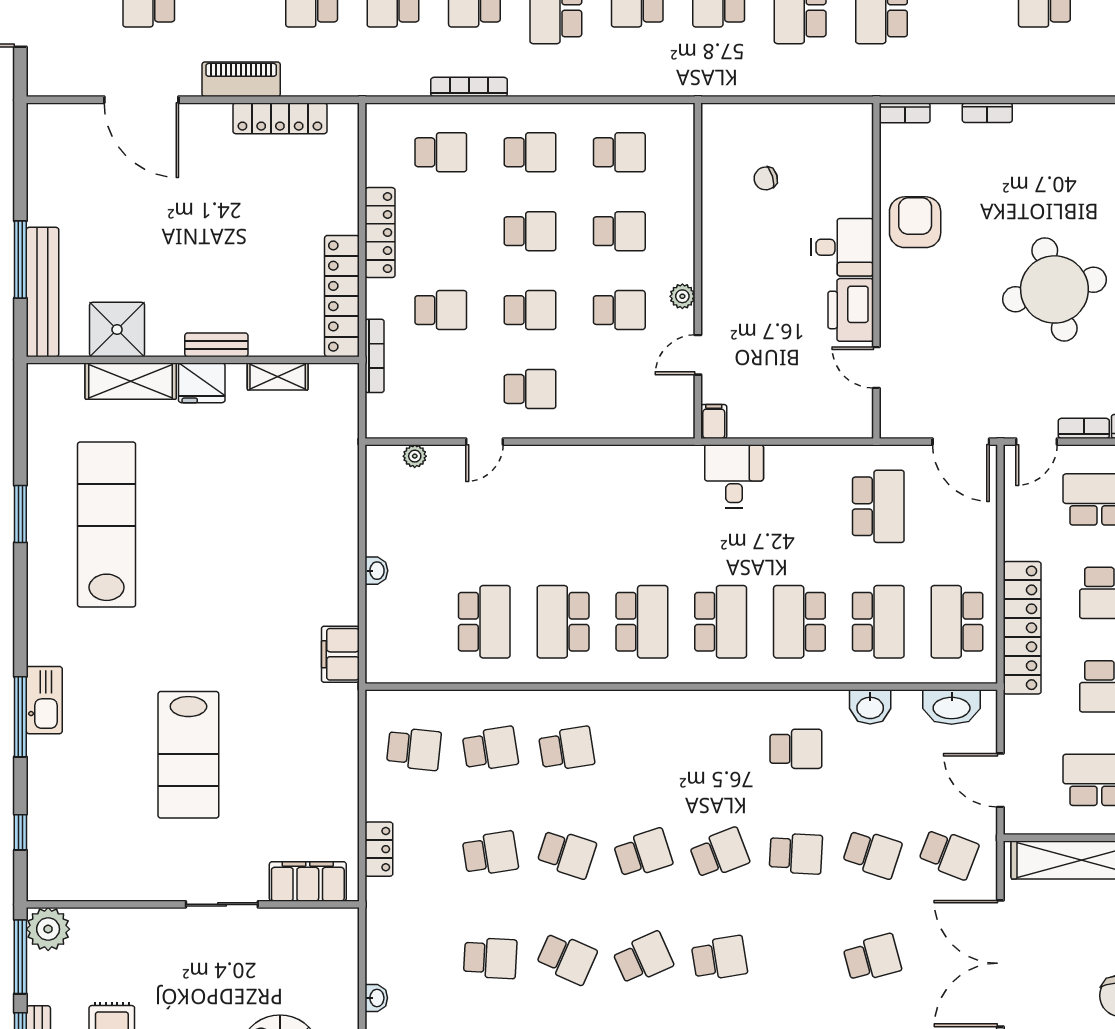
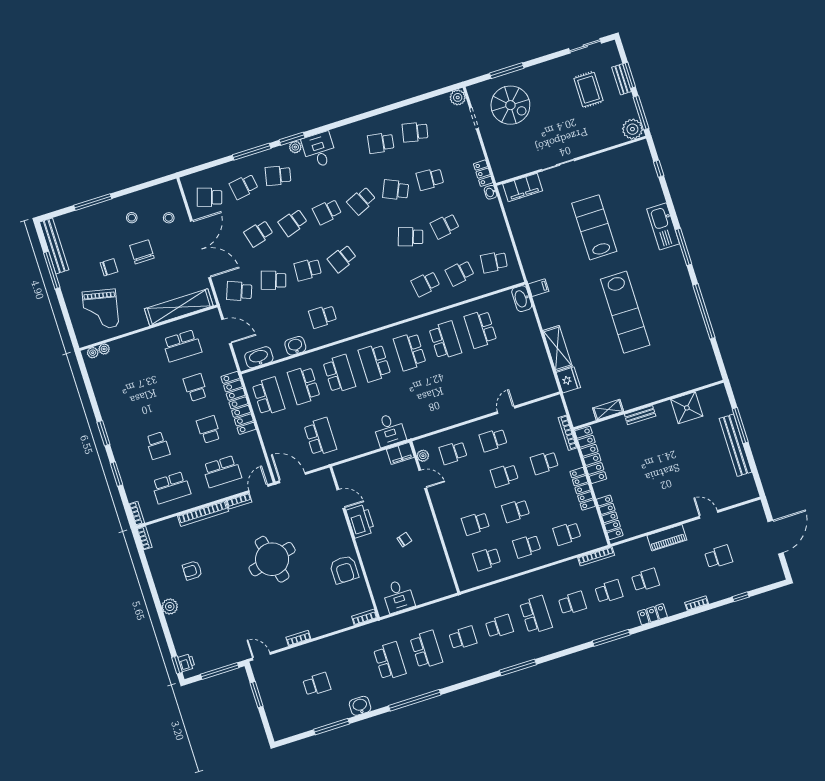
bookcase: (469, 87) -> (596, 556), moved
door: (141, 100) -> (709, 514), width x0.53
bookcase: (987, 113) -> (298, 638), moved
locker: (280, 118) -> (610, 517), moved, turned 90
chair: (766, 178) -> (404, 540), moved
desk: (842, 247) -> (398, 596), moved, turned -90
bench: (43, 292) -> (735, 445), moved
plant: (682, 296) -> (423, 456), moved
school desk: (619, 310) -> (453, 453), moved
door: (698, 355) -> (423, 479), hinge flipped
shelving: (131, 381) -> (557, 348), moved, turned 90
fridge: (202, 383) -> (568, 380), moved, turned 90
filing cabinet: (714, 421) -> (400, 453), width x2.00
plant: (415, 456) -> (535, 393), removed
school desk: (878, 506) -> (320, 437), turned 180
window: (20, 514) -> (704, 311), width x2.11
lab bench: (107, 524) -> (625, 312), moved
washbasin: (376, 571) -> (522, 299), moved, width x1.91, depth x1.45
filing cabinet: (340, 654) -> (538, 288), width x0.50
kitchen sink: (44, 700) -> (663, 226), width x1.36, depth x1.24
window: (20, 717) -> (684, 247), moved
locker: (379, 849) -> (483, 173), moved
school desk: (643, 854) -> (293, 222), moved
washbasin: (376, 998) -> (490, 192), moved

